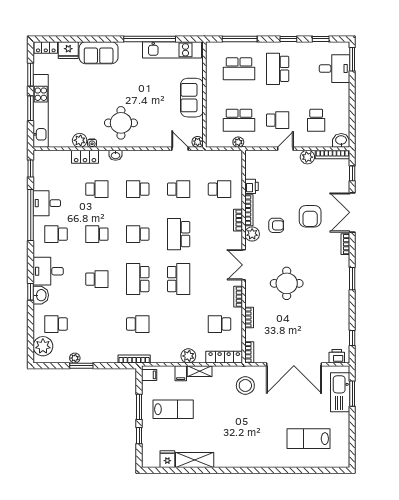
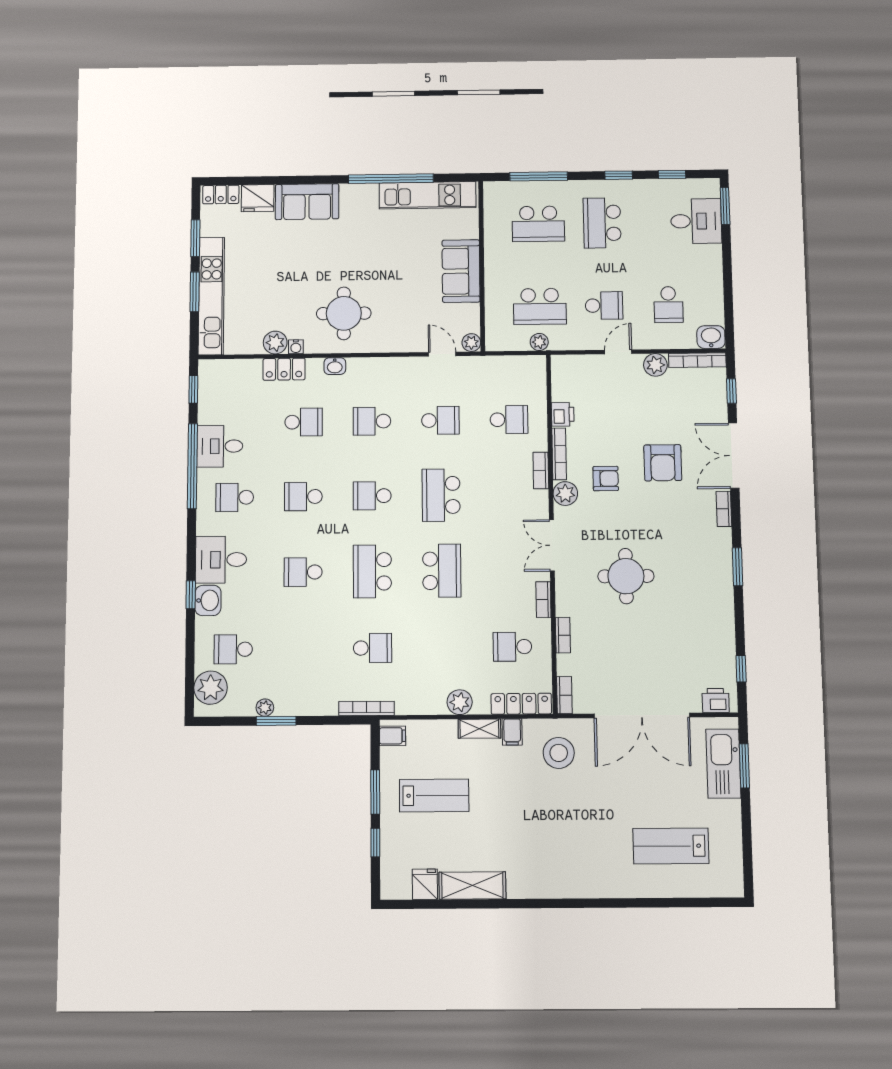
school desk: (97, 279) -> (303, 572), turned 180
filing cabinet: (181, 373) -> (512, 732), moved

